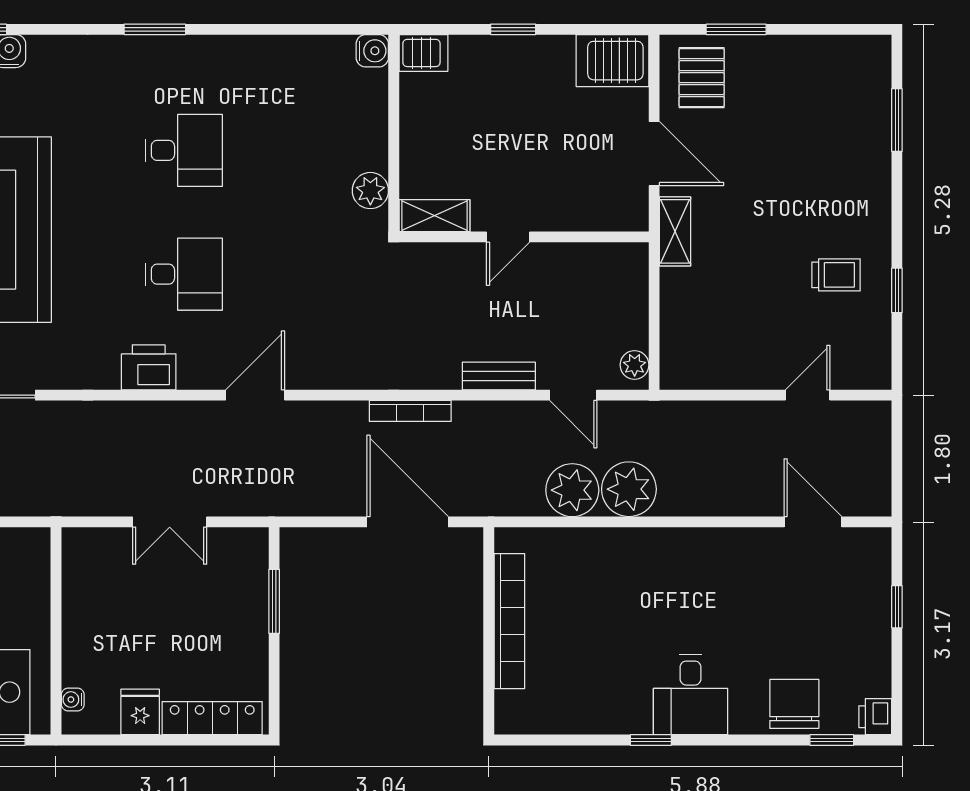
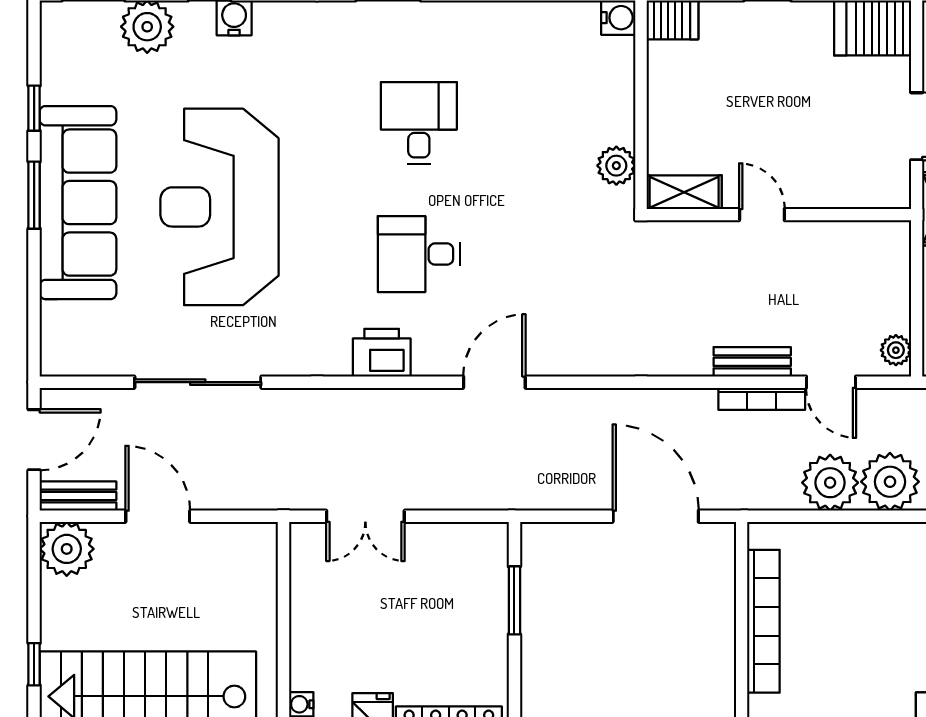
desk: (184, 150) -> (419, 123), turned -90
door: (508, 237) -> (762, 215), swing flipped
desk: (184, 274) -> (419, 254), turned 180
bookcase: (410, 411) -> (762, 399), moved
double door: (170, 522) -> (365, 516), moved

